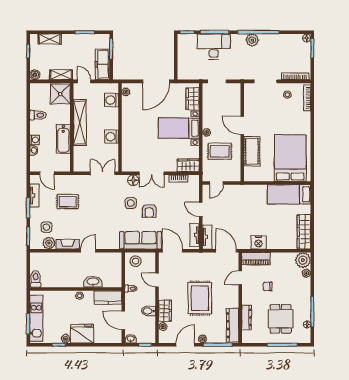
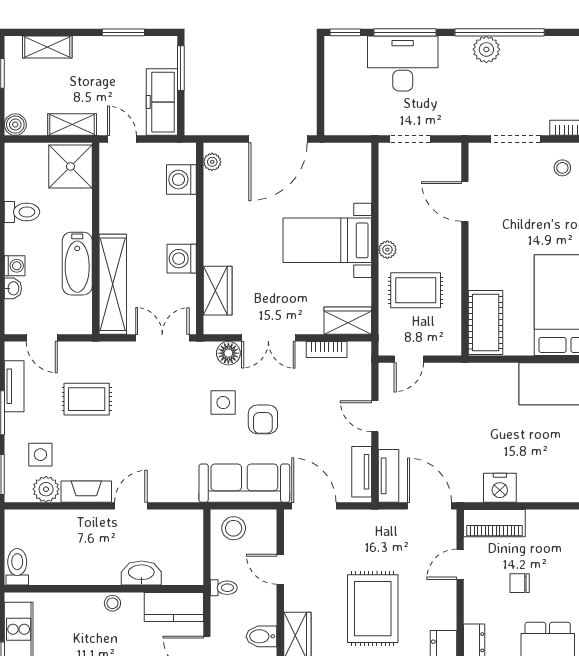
wardrobe: (193, 99) -> (218, 291), moved, turned 180
shelving: (80, 123) -> (113, 284), moved
door: (242, 125) -> (465, 201), moved
cot: (252, 151) -> (486, 323), moved

